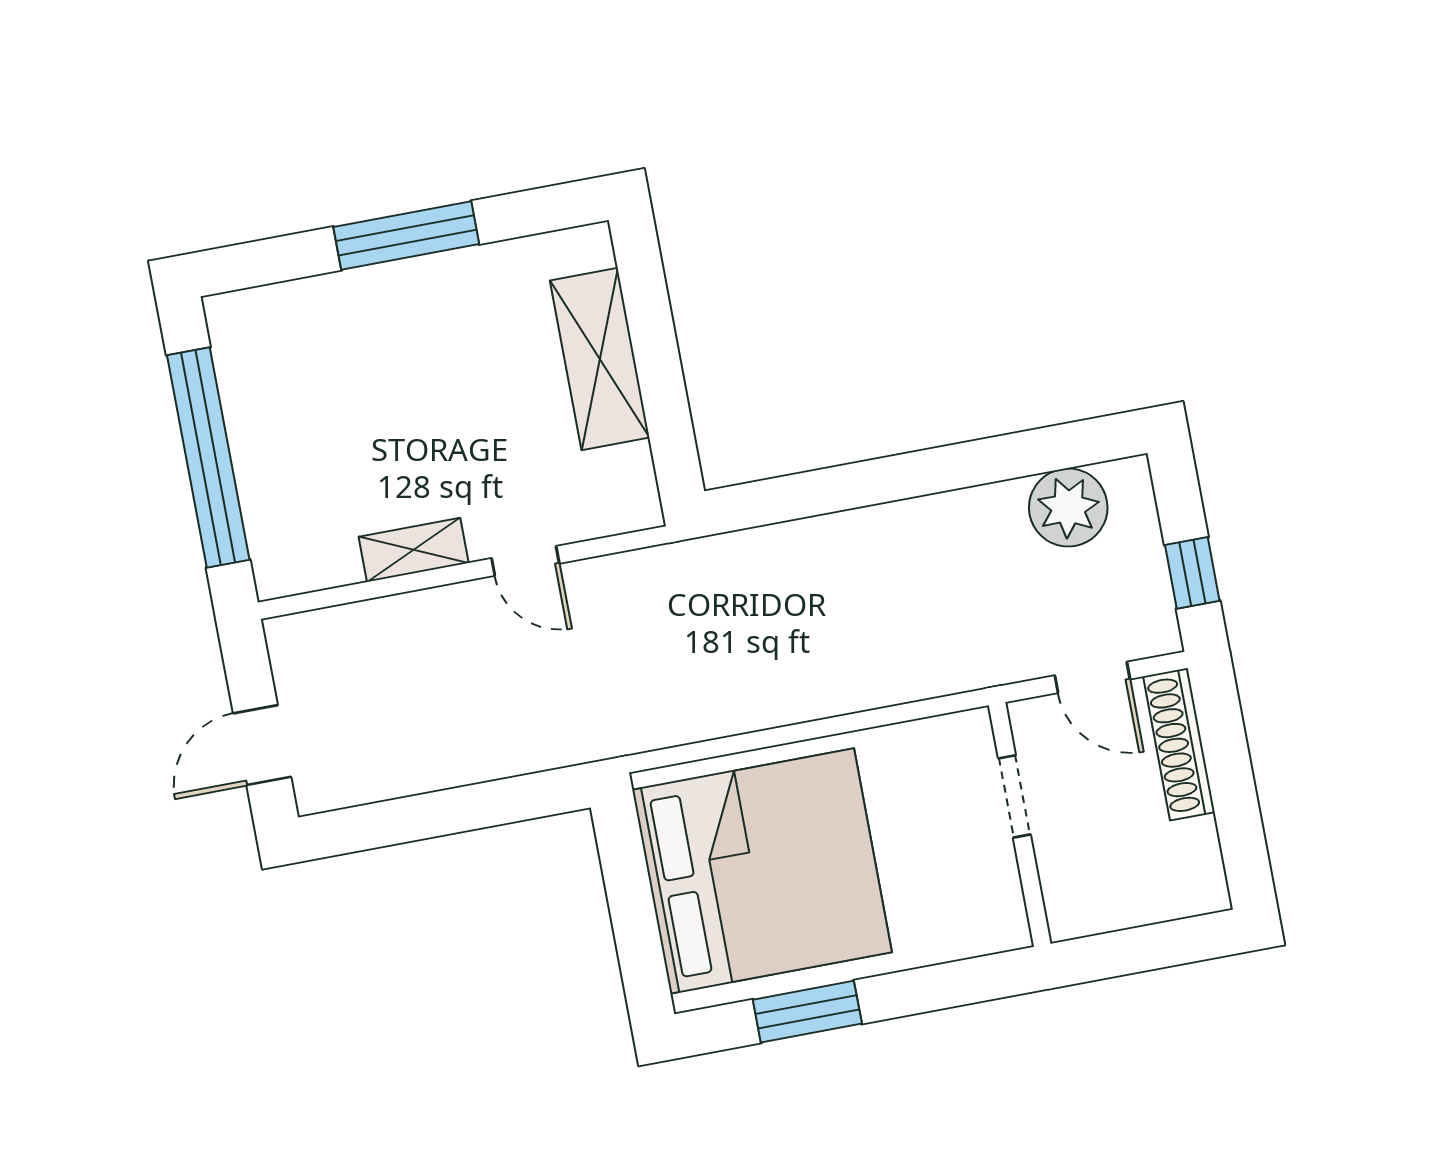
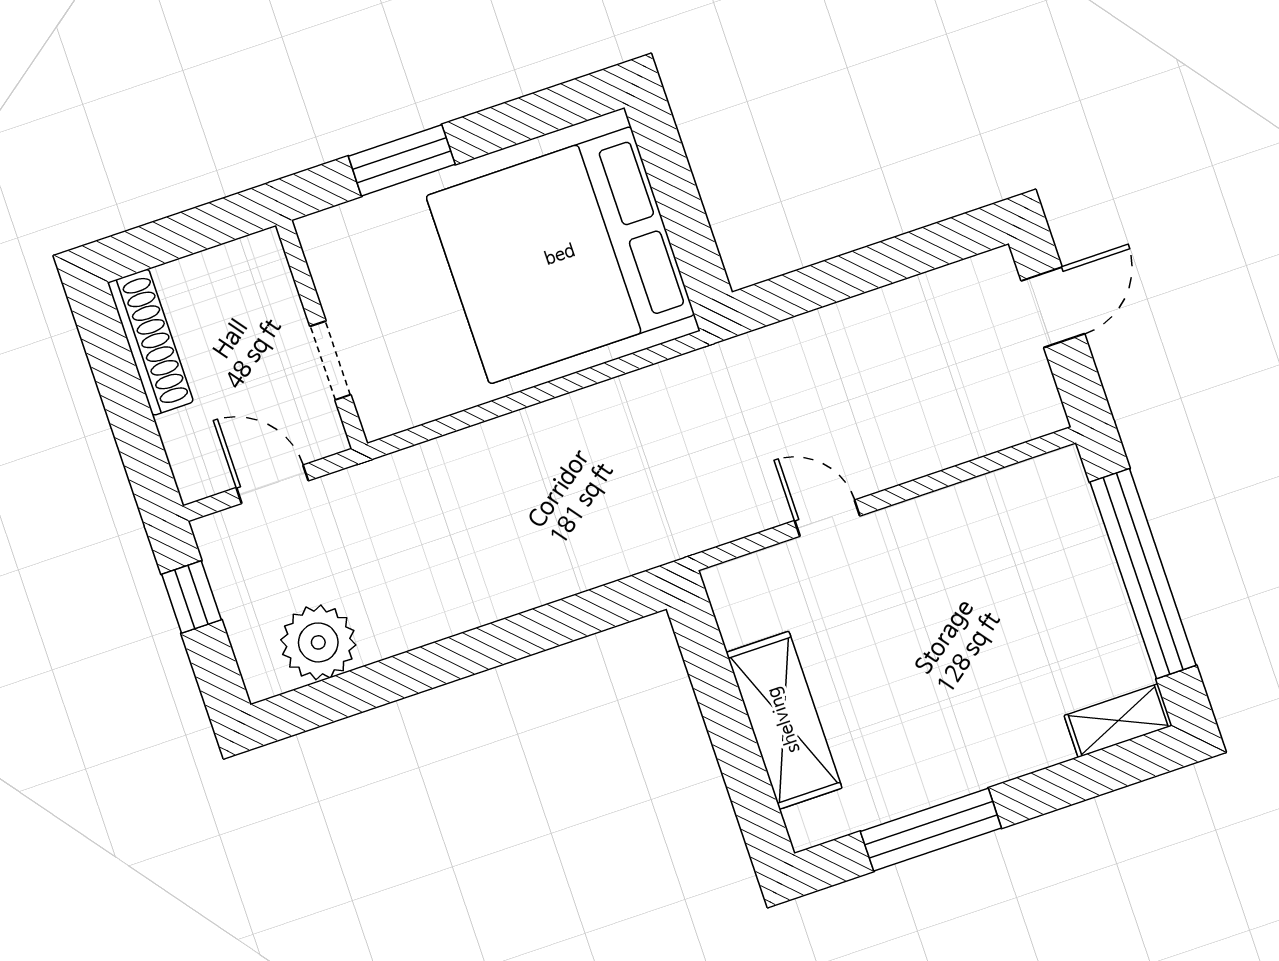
window: (406, 236) -> (931, 830), moved
shelving: (414, 550) -> (1118, 721), moved
shoe rack: (1179, 744) -> (150, 342), moved
window: (807, 1012) -> (402, 160), moved

